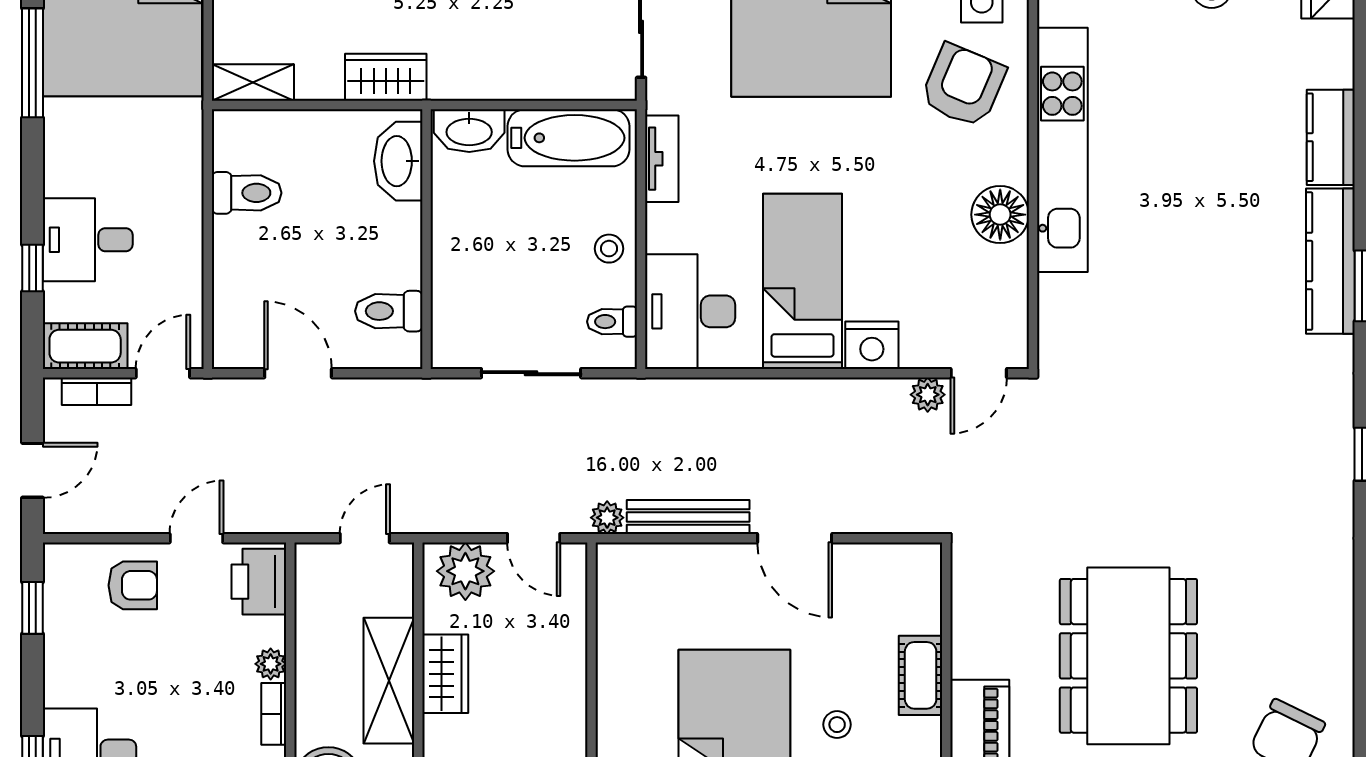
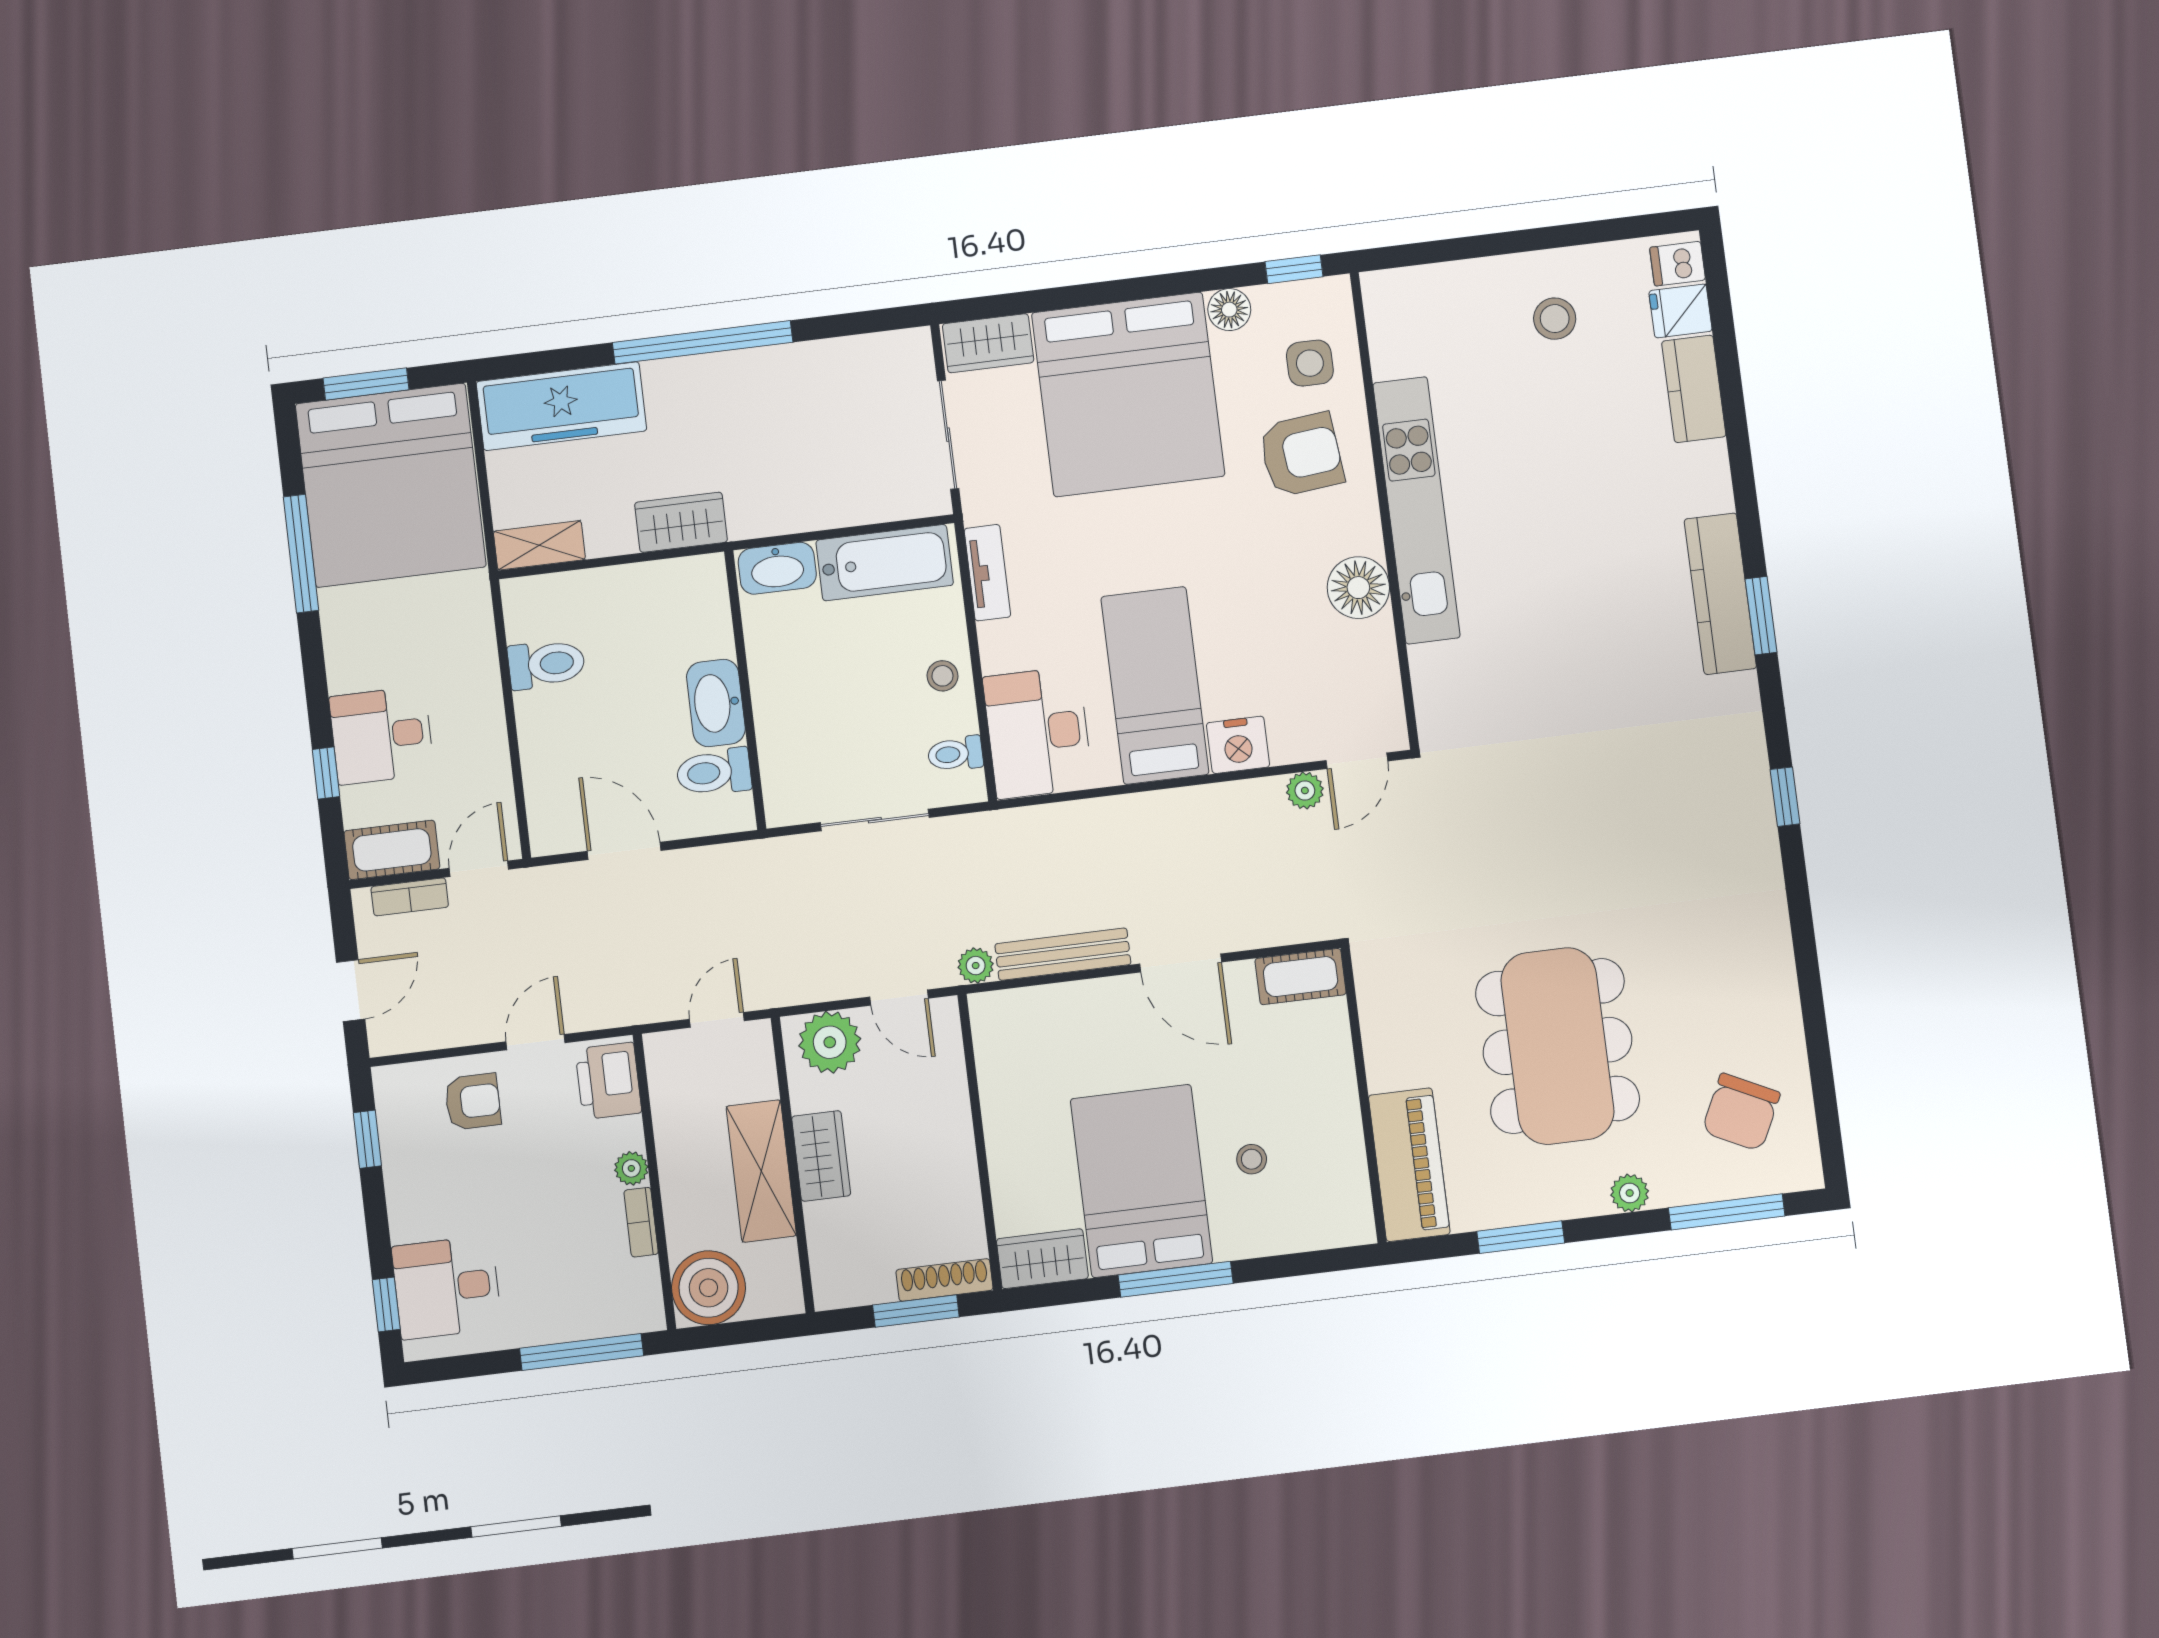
armchair: (963, 86) -> (1301, 455), turned 61
kitchen counter: (1331, 137) -> (1694, 389), moved
washbasin: (398, 161) -> (716, 703), moved
cot: (921, 675) -> (1301, 977), moved, turned 90

